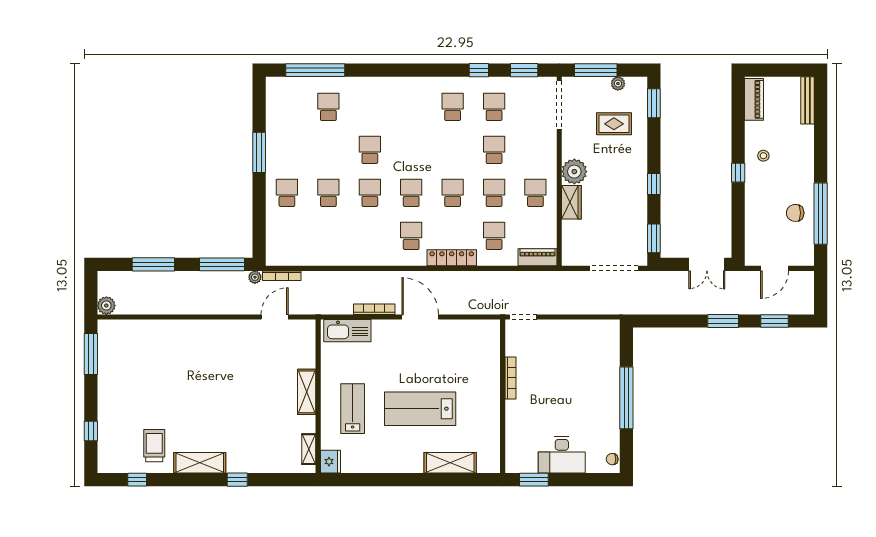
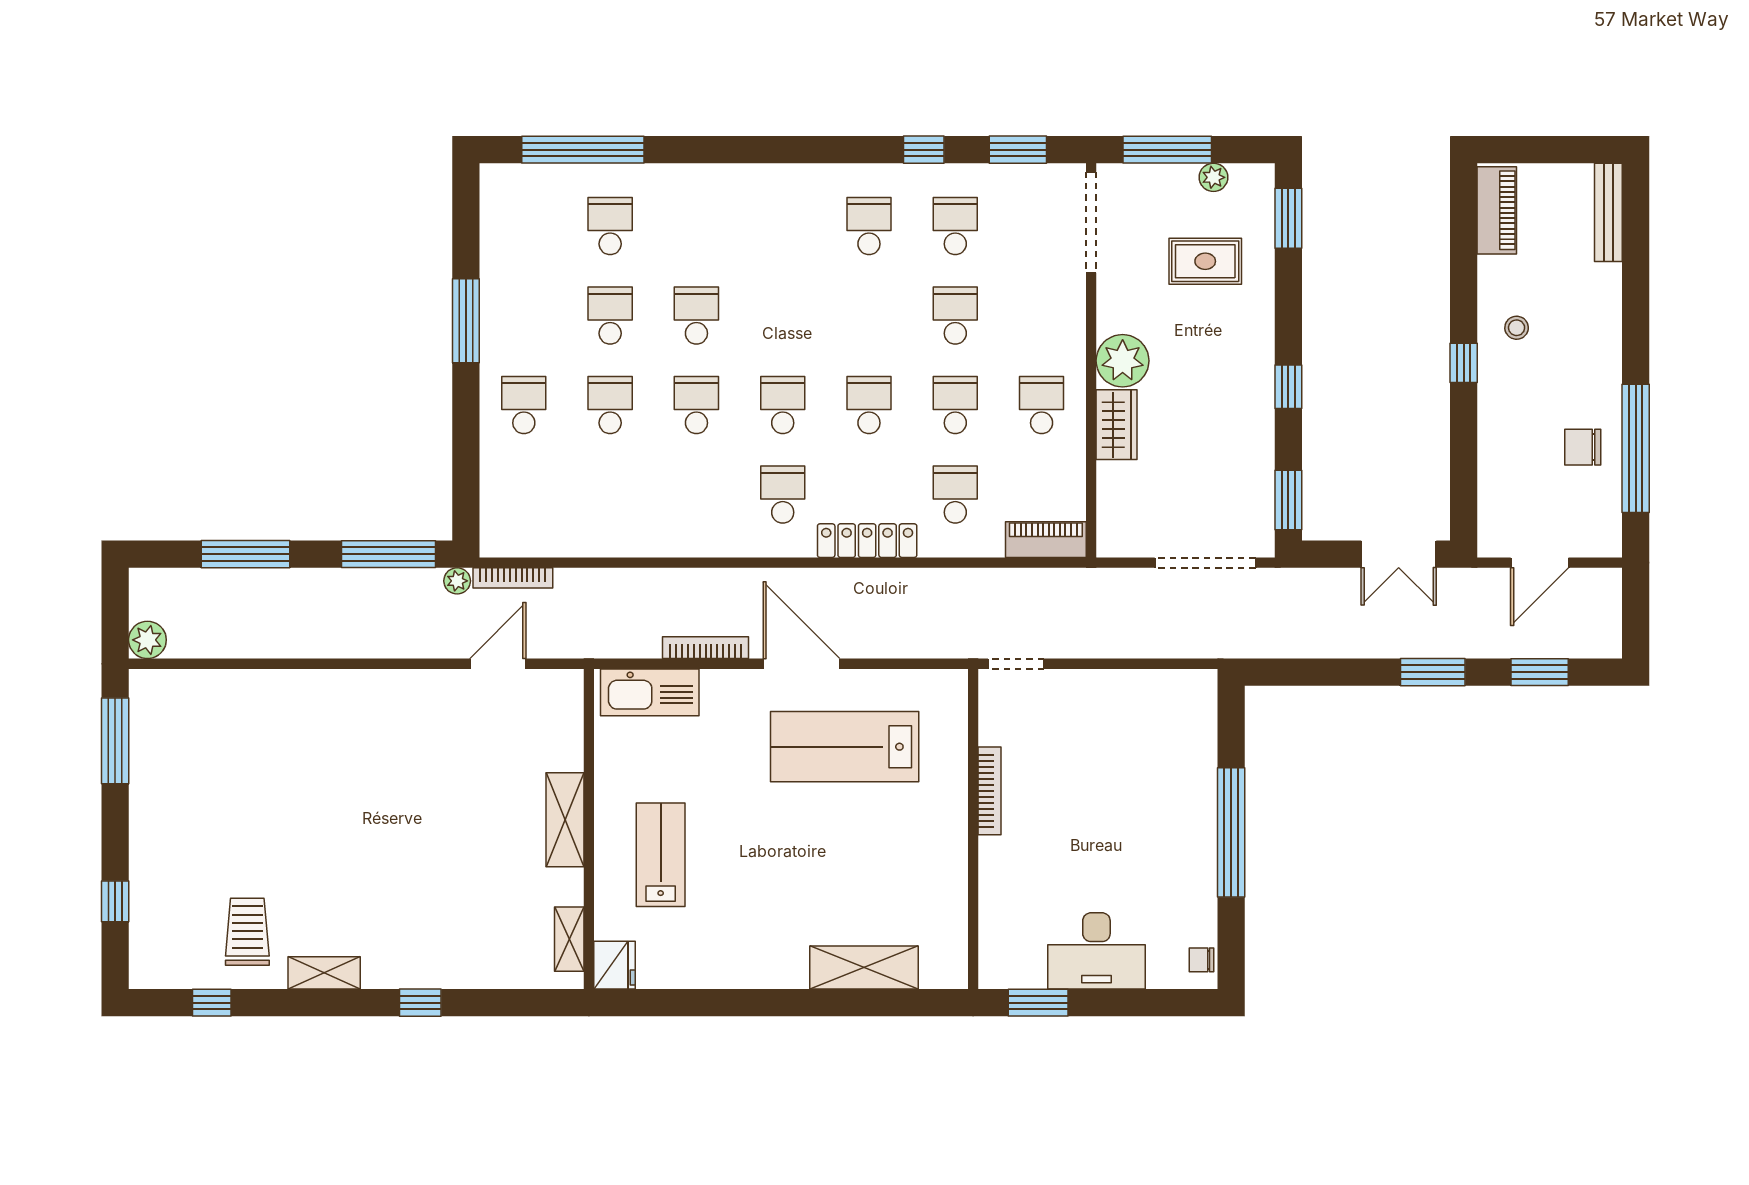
school desk: (328, 150) -> (610, 316), added
lab bench: (420, 409) -> (845, 747), moved
shelving: (200, 463) -> (324, 973), width x0.67, depth x0.75

